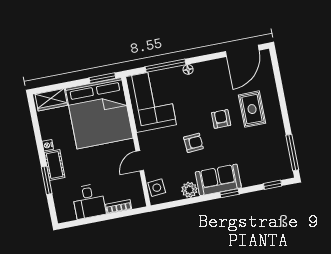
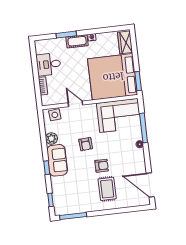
rug: (252, 109) -> (107, 189), turned 90

